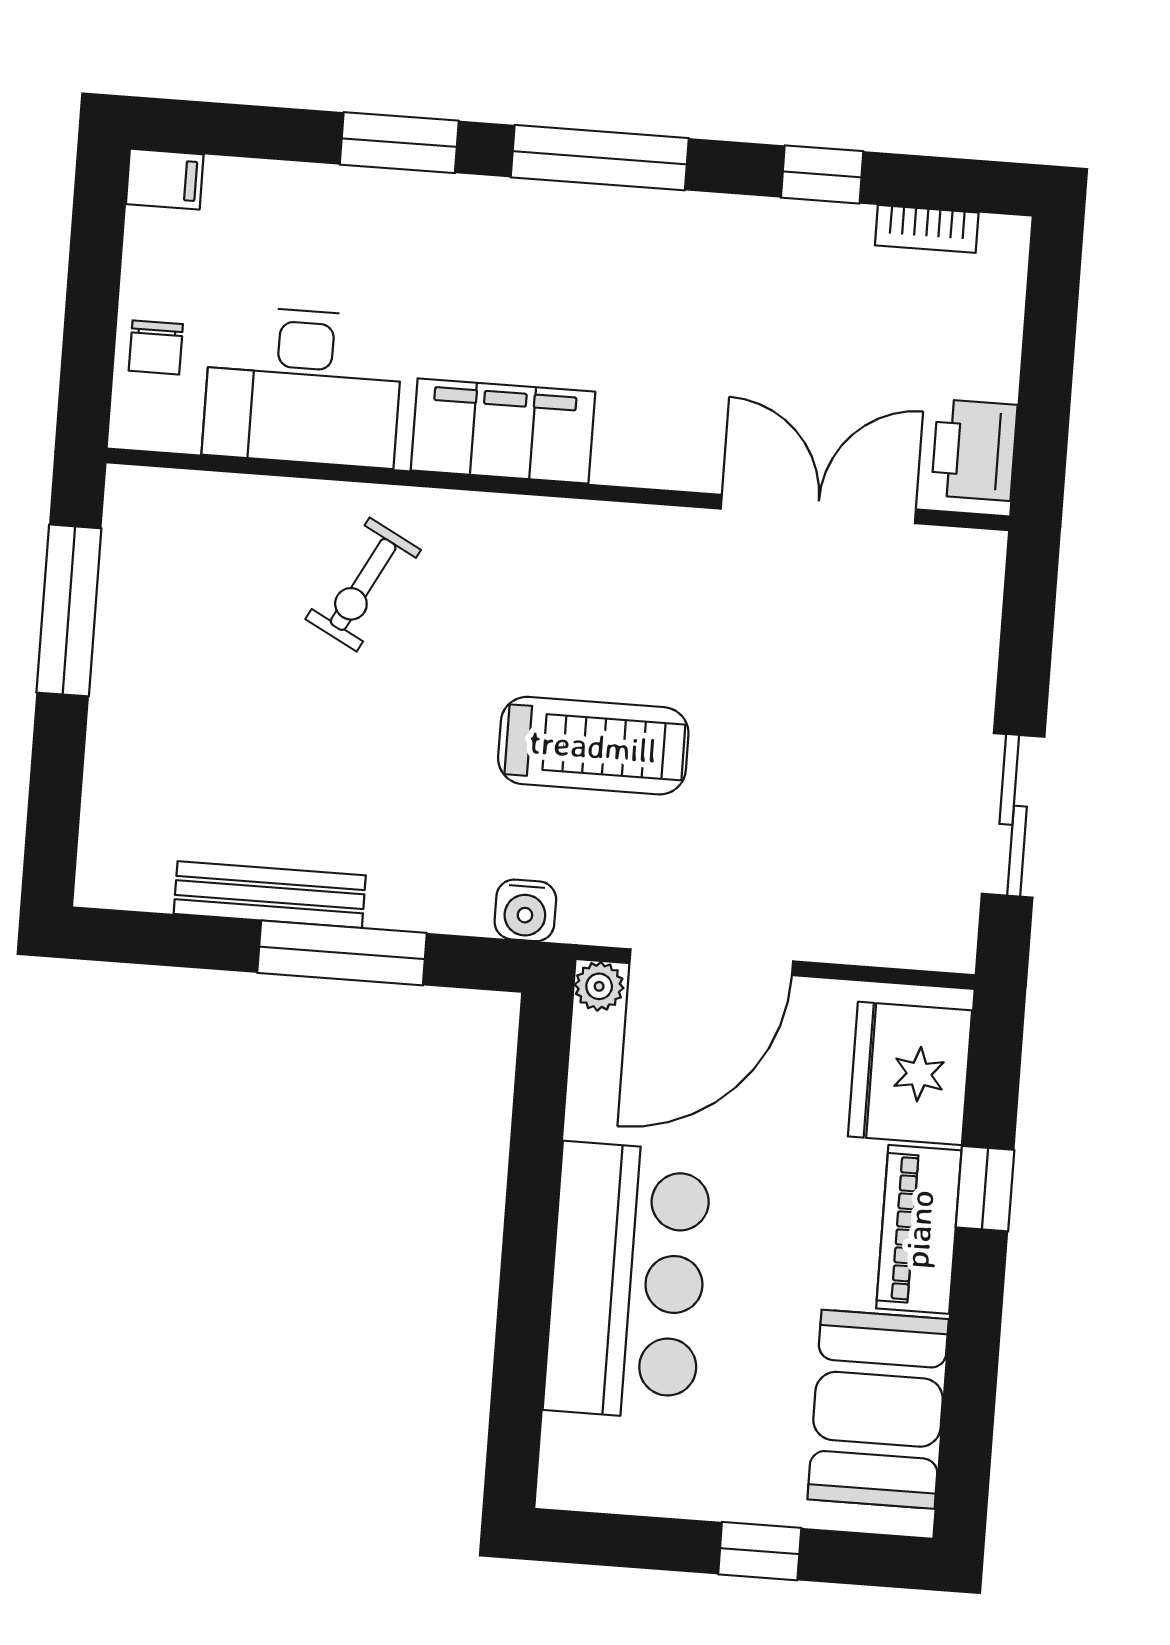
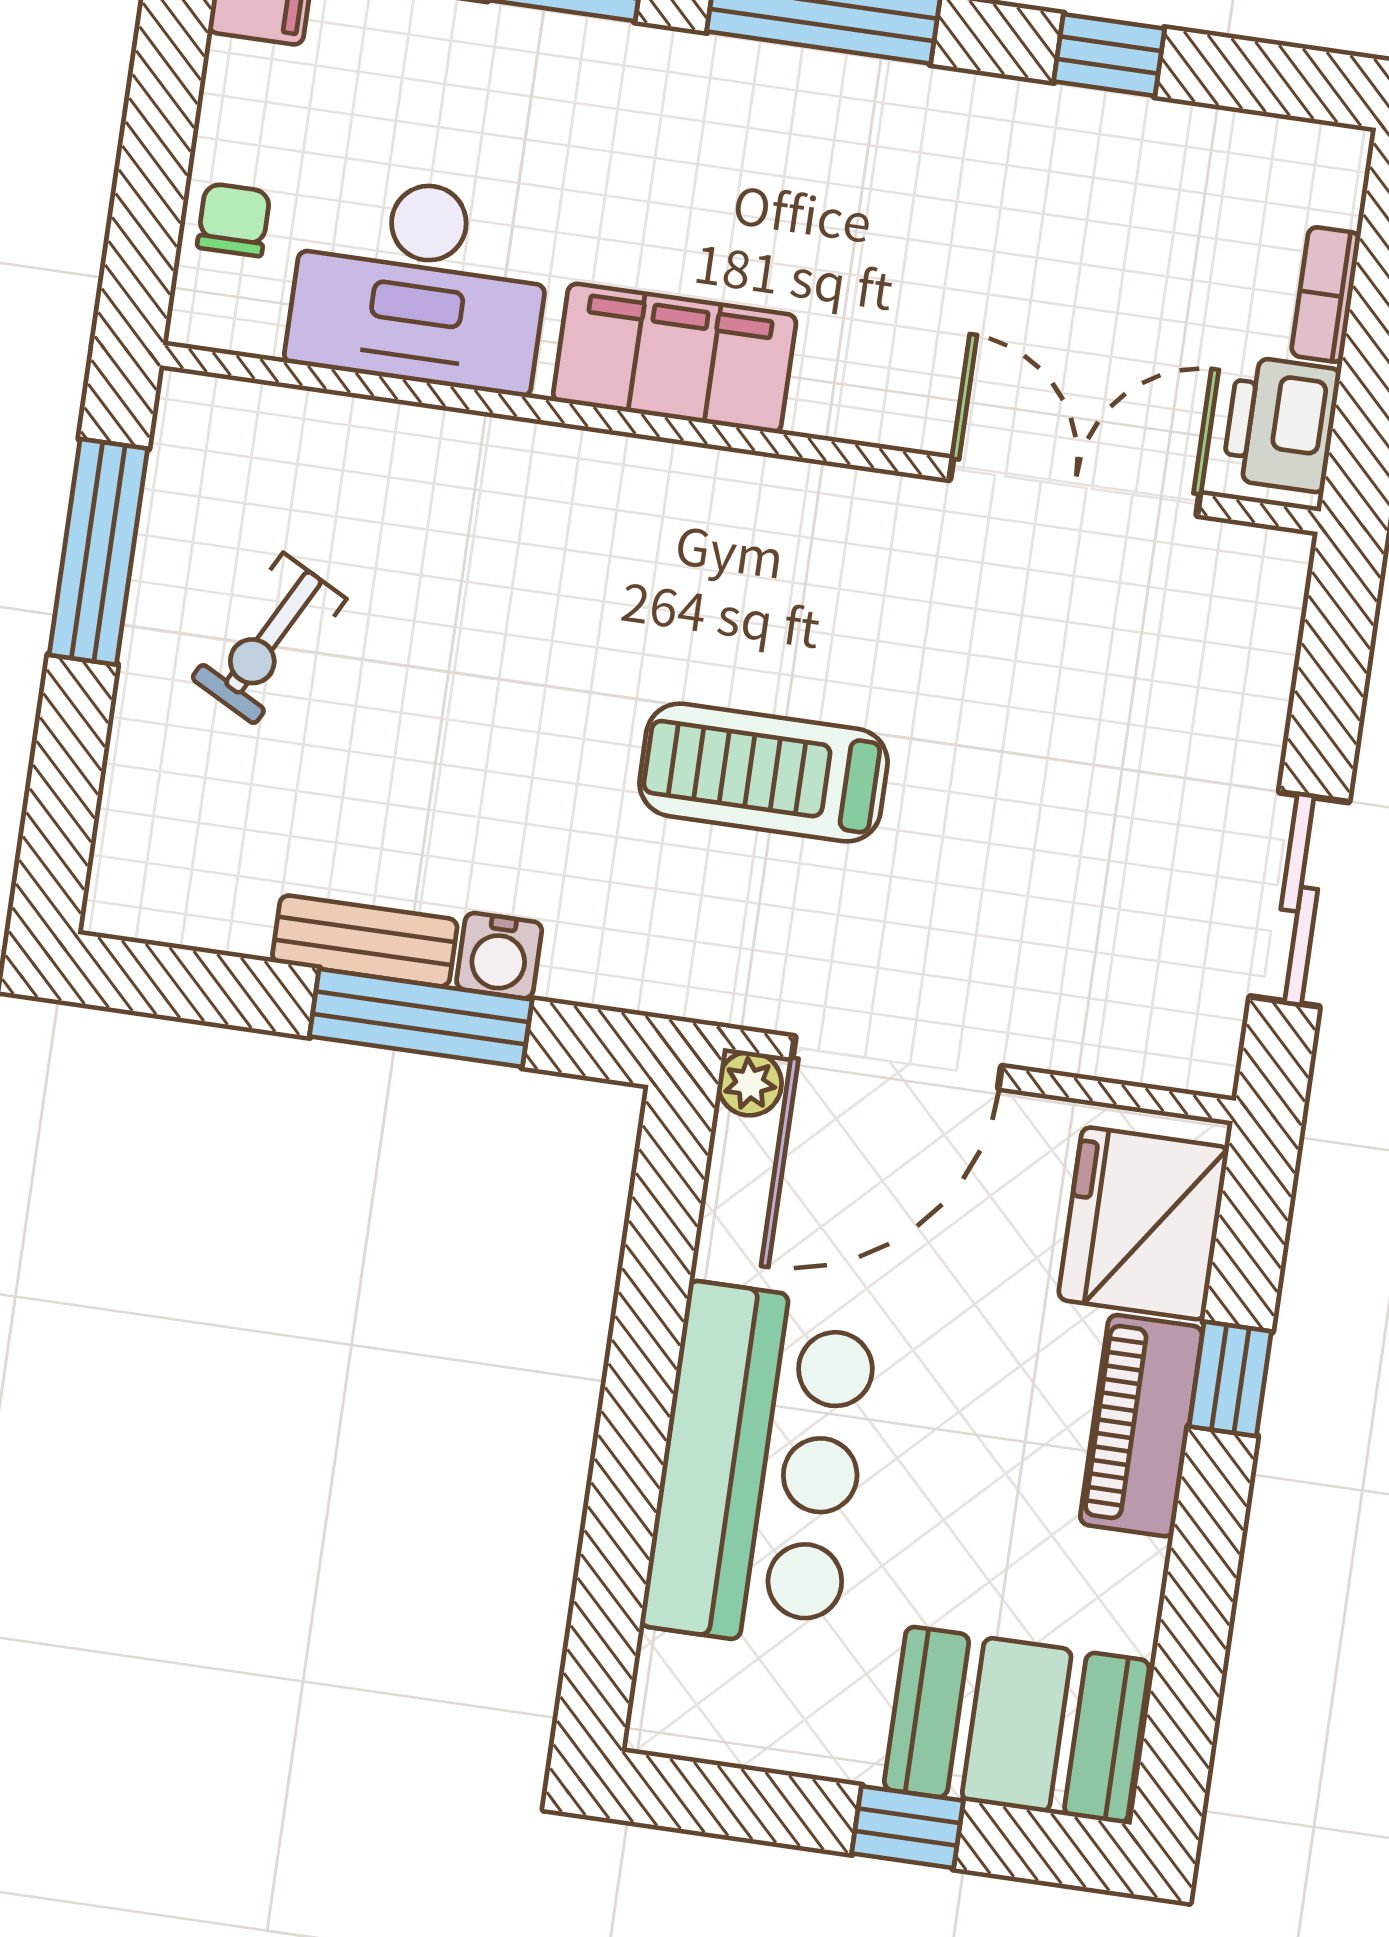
bookcase: (927, 229) -> (1326, 294), moved, turned 90
chair: (156, 347) -> (234, 220), turned 180
exercise bike: (363, 584) -> (269, 639), moved
treadmill: (593, 746) -> (763, 772), turned 180
bench: (270, 895) -> (365, 941), width x0.73
water cooler: (525, 910) -> (499, 956), moved
booth: (878, 1409) -> (1017, 1725), moved, turned 90

